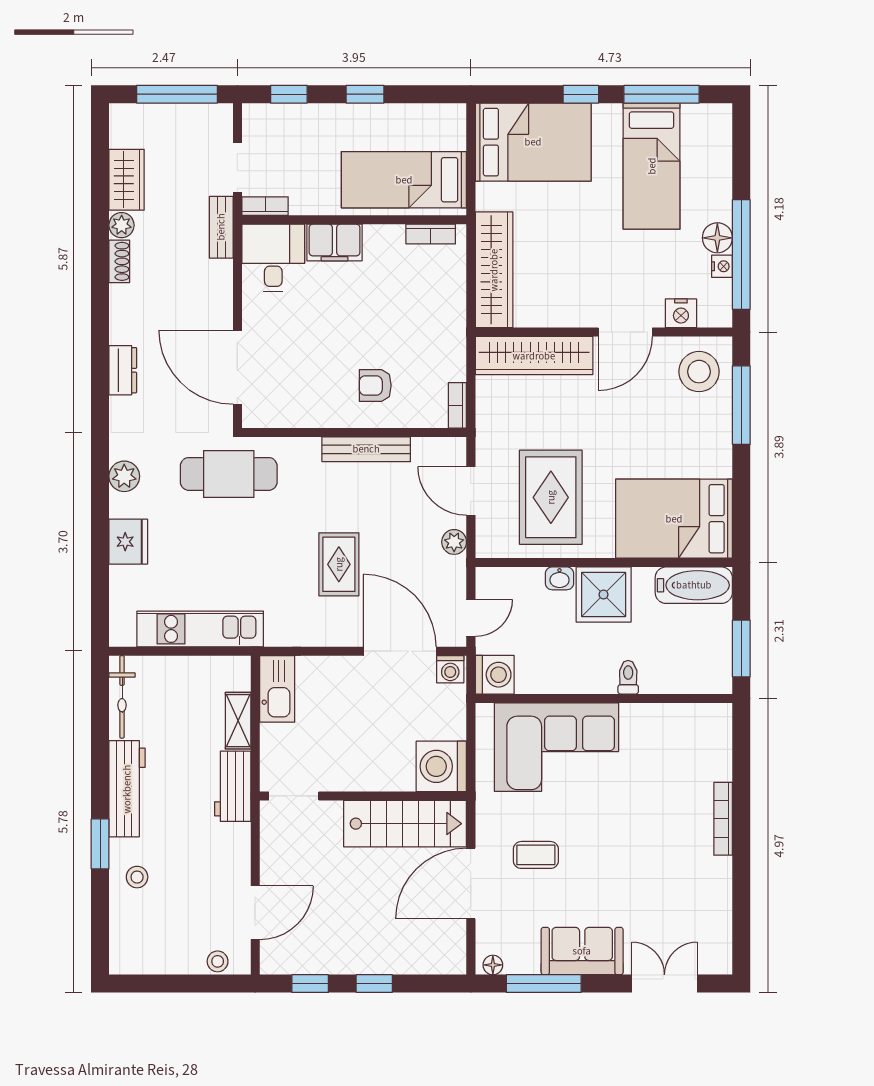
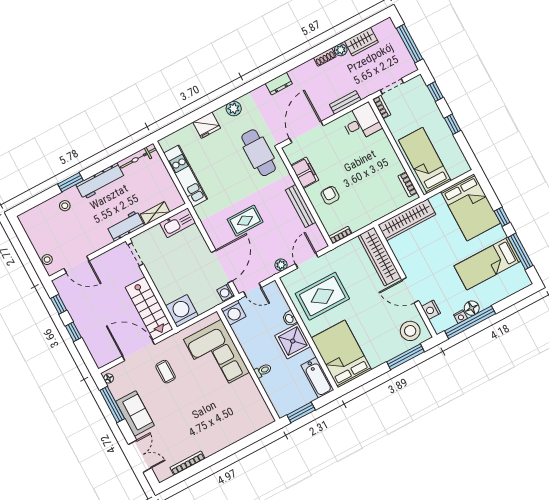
bench: (221, 227) -> (345, 102), moved
filing cabinet: (335, 243) -> (305, 173), moved, turned 180
bookcase: (723, 819) -> (187, 463), moved

